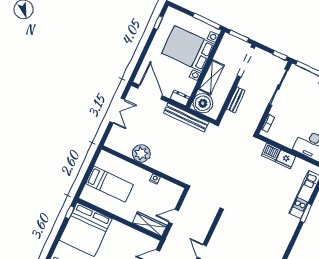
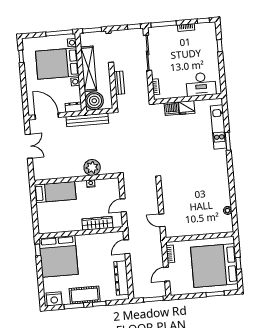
shelving: (211, 77) -> (89, 69), width x1.47
plant: (141, 153) -> (92, 167), moved
bed: (109, 184) -> (55, 192), moved
wardrobe: (150, 224) -> (97, 223), moved

